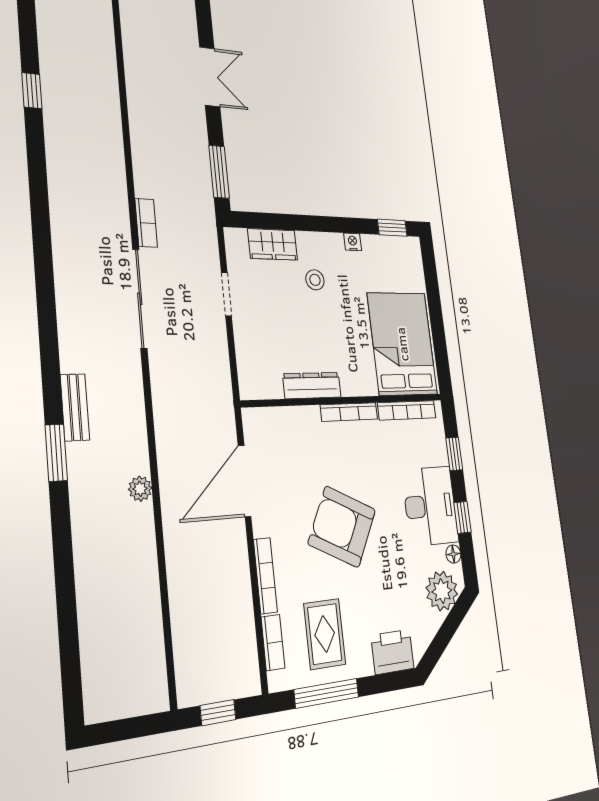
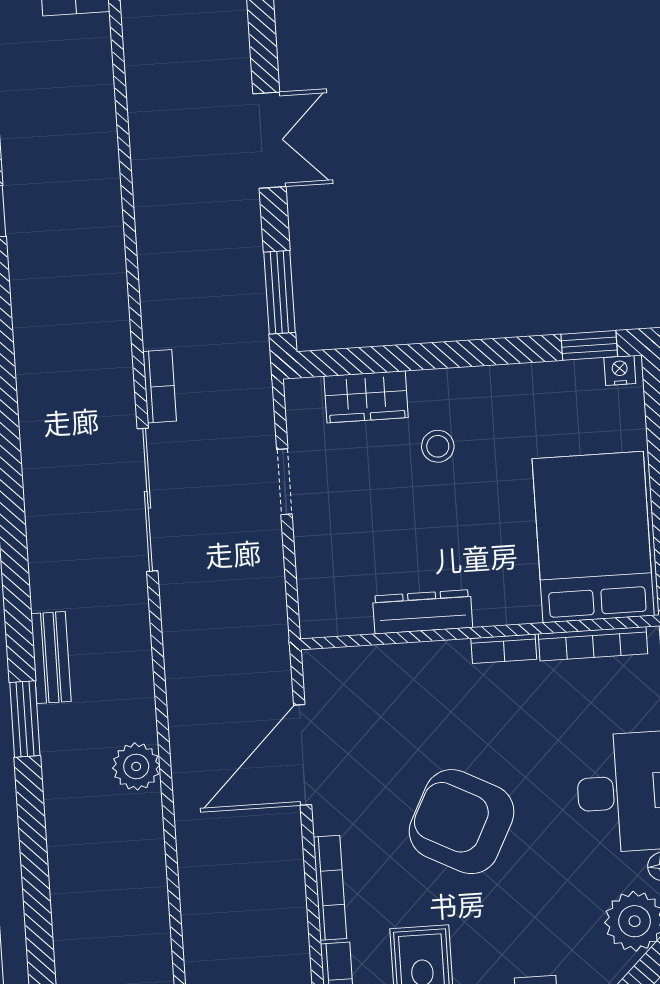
nightstand: (353, 242) -> (620, 371), moved
bookcase: (349, 412) -> (504, 649), width x0.64
plant: (140, 489) -> (136, 766), width x1.38, depth x1.38

